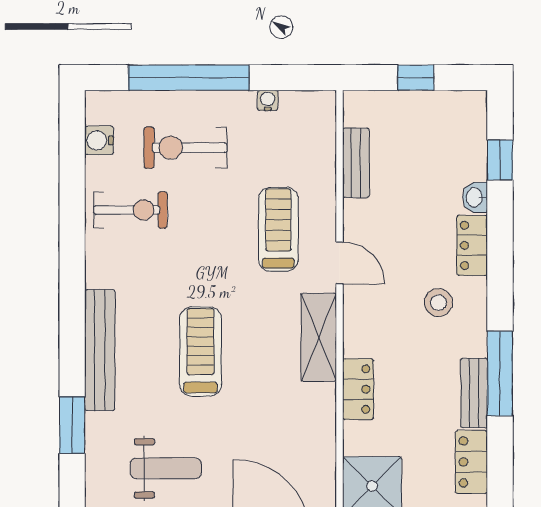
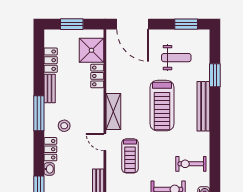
treadmill: (201, 352) -> (162, 106), width x1.37, depth x1.38
window: (500, 373) -> (39, 113), moved
locker: (358, 389) -> (97, 76), moved
weight bench: (166, 468) -> (176, 58), turned 180

